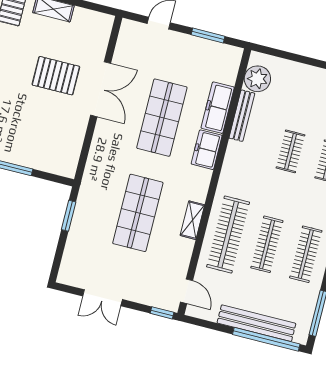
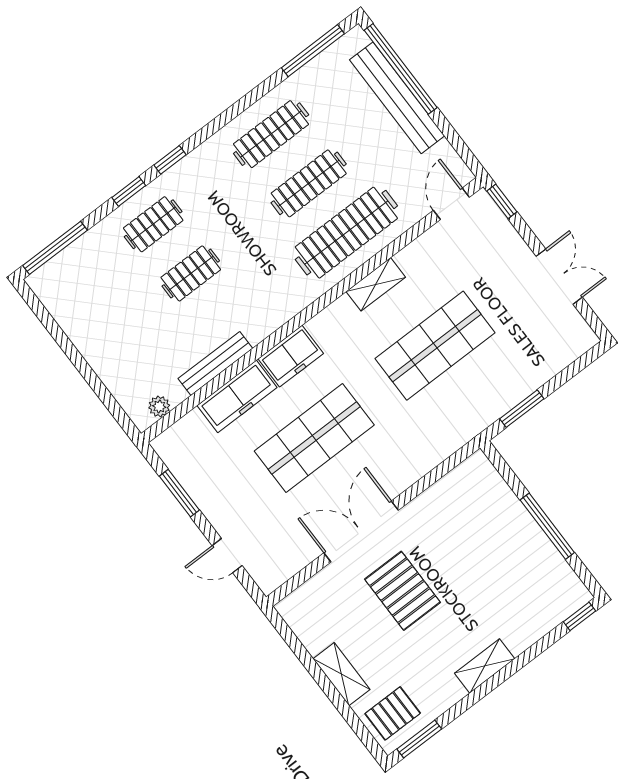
plant: (257, 79) -> (159, 406), width x0.53, depth x0.53

